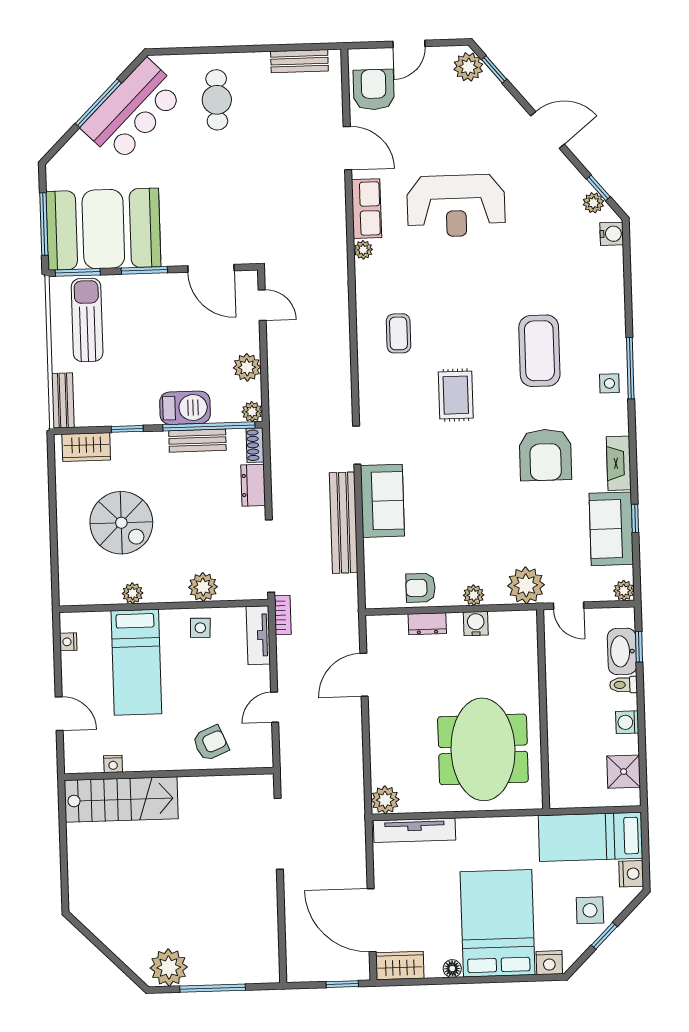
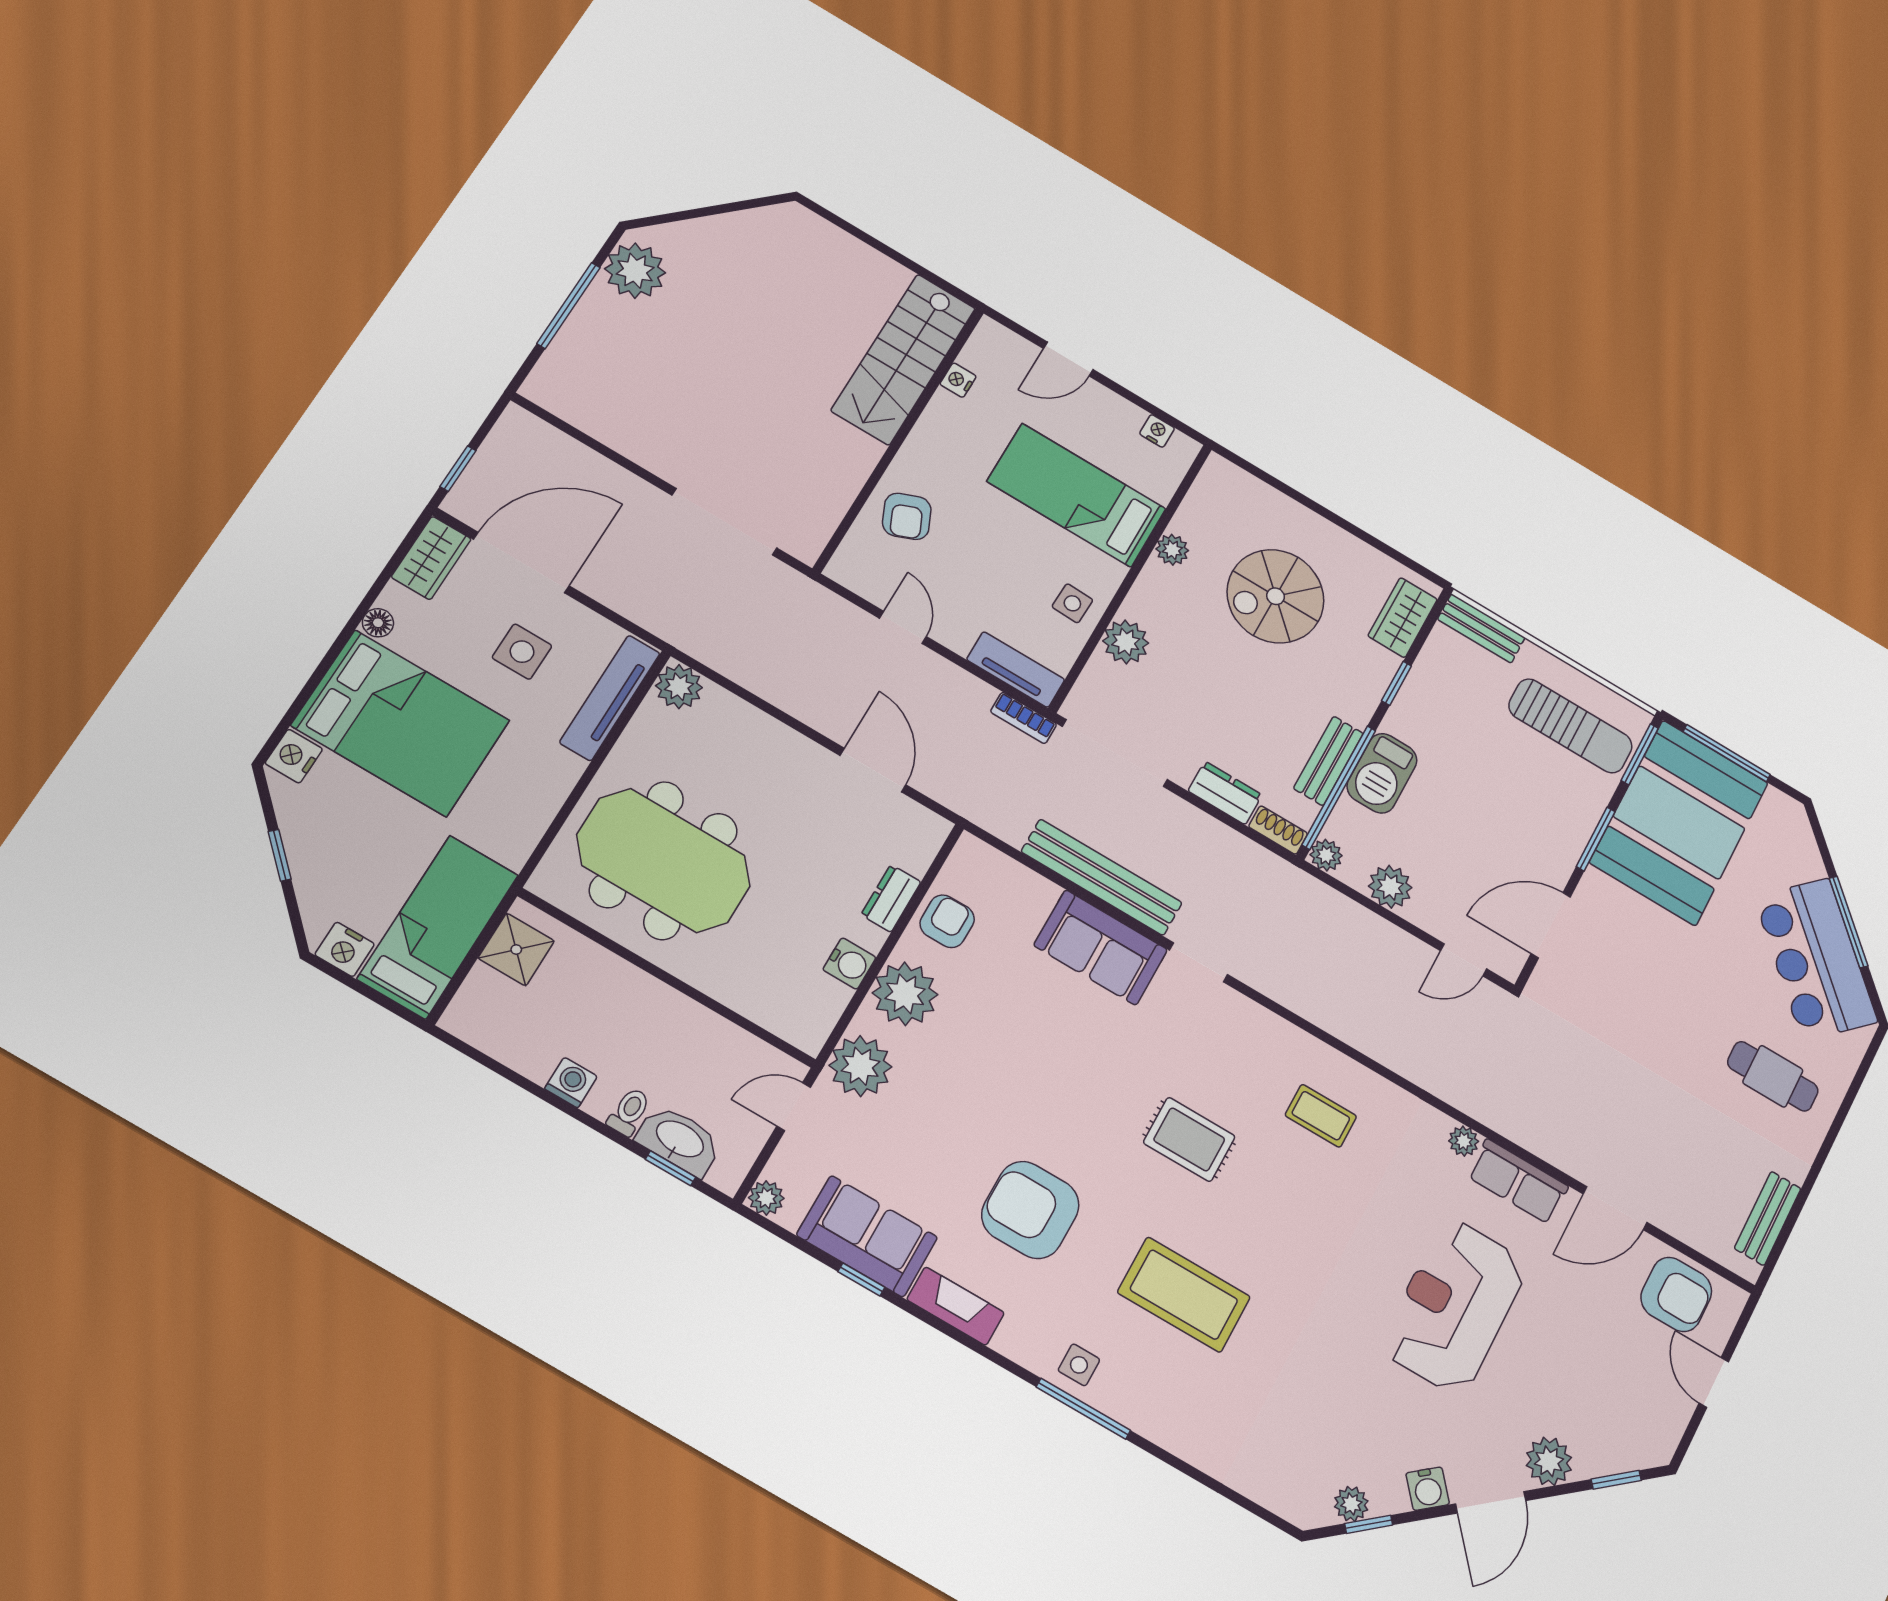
plant: (468, 67) -> (1549, 1461), moved
water cooler: (612, 234) -> (1428, 1489), moved, turned -40
plant: (474, 595) -> (905, 994), width x1.88, depth x1.88
shower: (624, 772) -> (516, 950), moved
side table: (590, 910) -> (522, 652), moved

